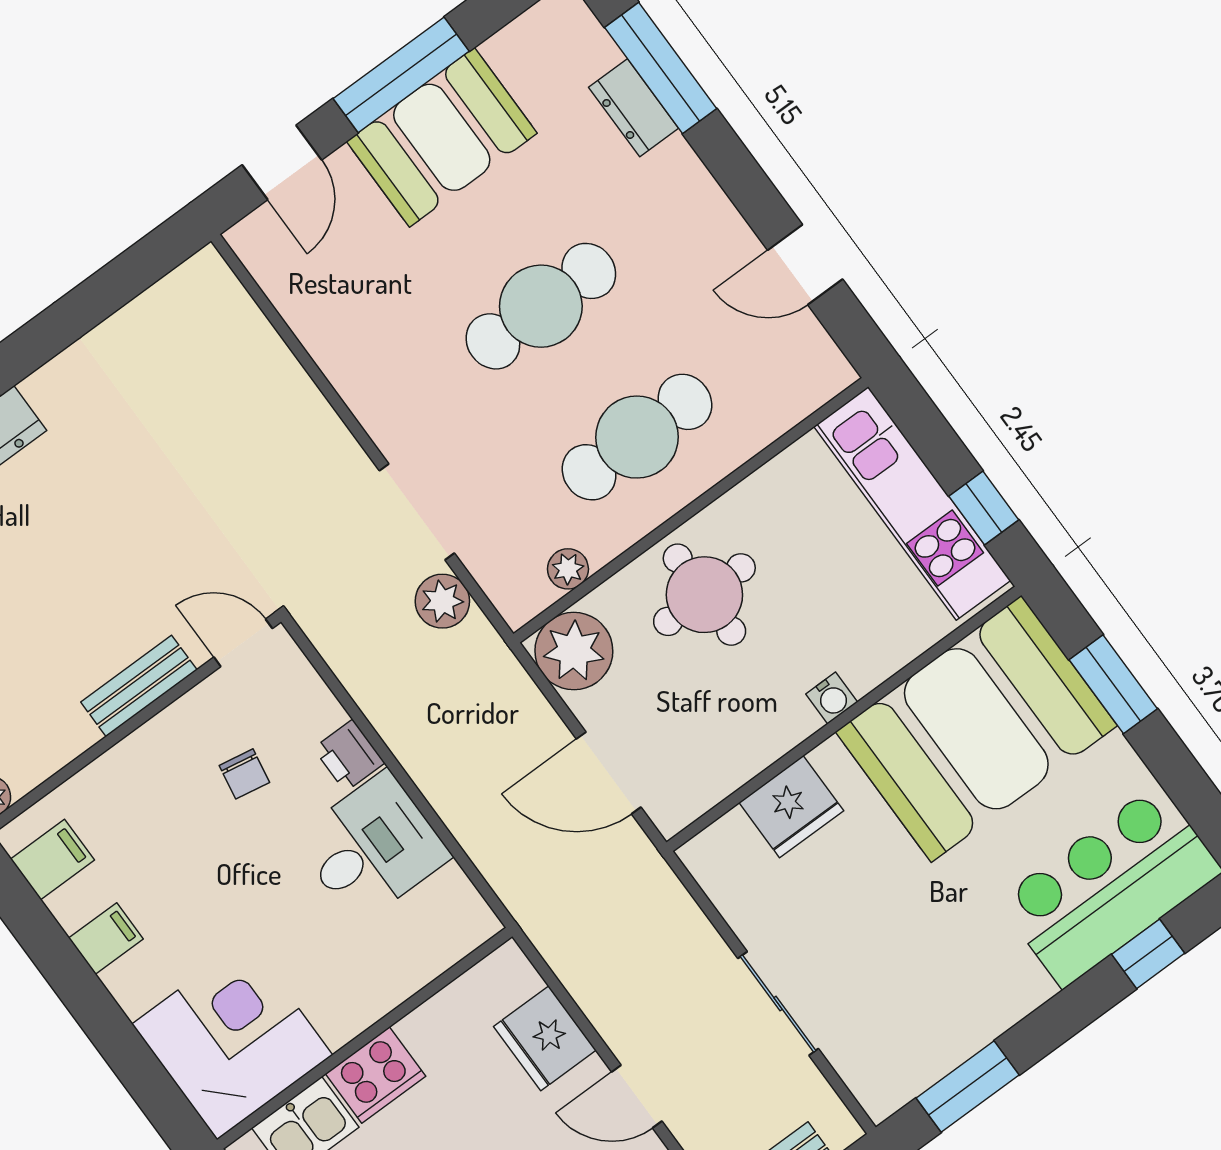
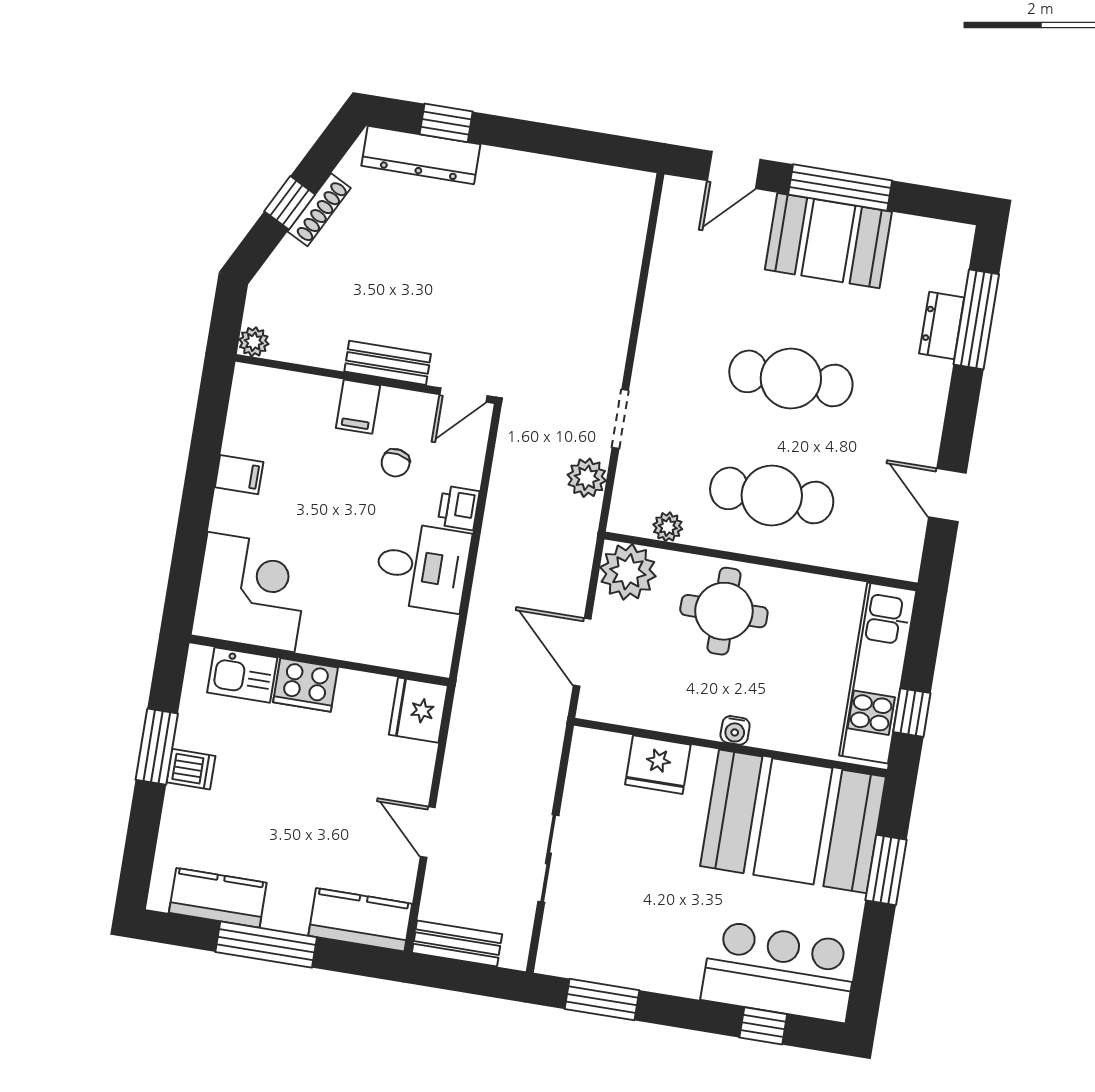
doorway: (417, 512) -> (620, 419), width x0.73
door: (243, 643) -> (463, 395), swing flipped
filing cabinet: (53, 859) -> (358, 407), moved, turned 90
fridge: (545, 1038) -> (418, 710), moved

